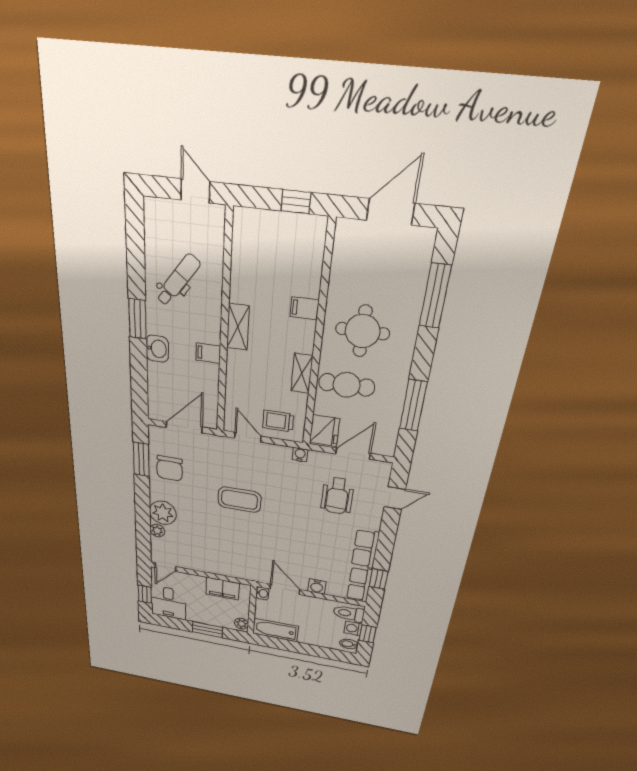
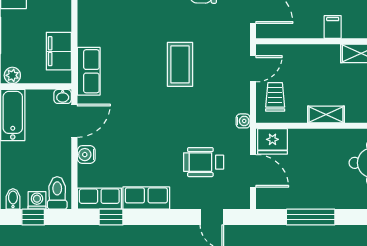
cafe table: (347, 385) -> (321, 156), removed
row of seats: (241, 571) -> (89, 71), added

